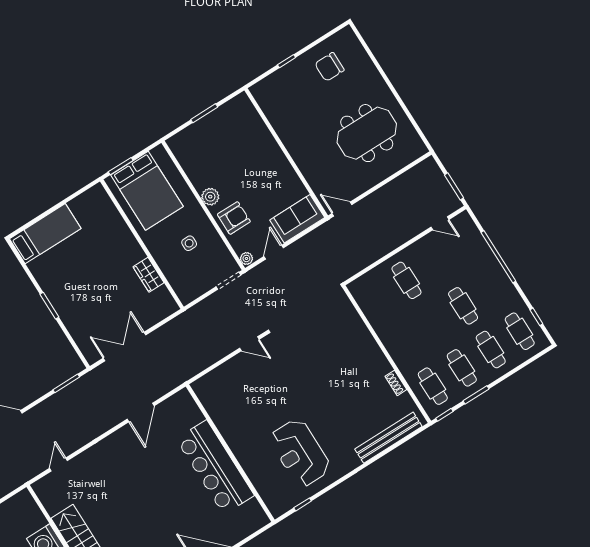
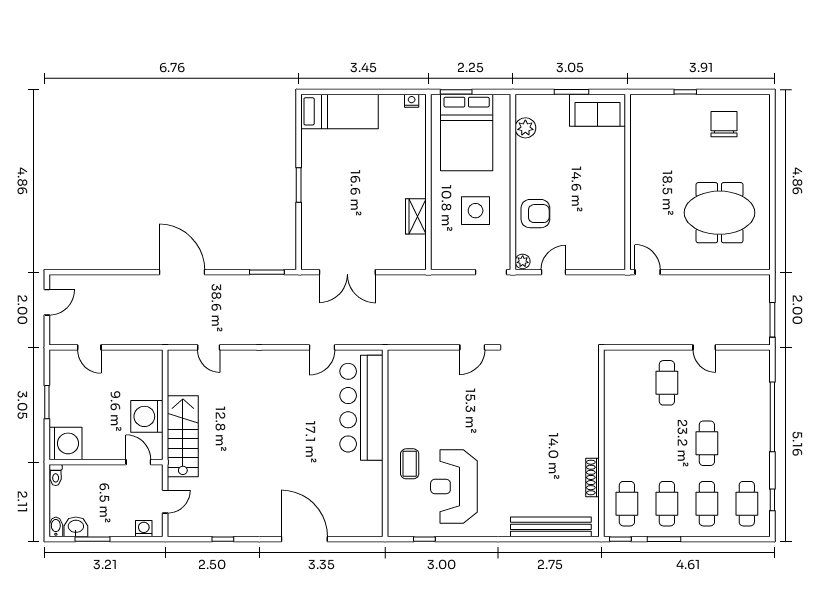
chair: (329, 67) -> (724, 124), turned 90
nightstand: (93, 193) -> (412, 101), added
plant: (210, 197) -> (525, 128), moved
sofa: (297, 219) -> (597, 110), moved, turned 180
door: (440, 223) -> (704, 347), moved
side table: (189, 243) -> (476, 211), width x1.87, depth x1.87
door: (249, 344) -> (472, 347), hinge flipped
double door: (124, 347) -> (347, 272), swing flipped
shoe rack: (396, 383) -> (592, 477), width x1.43
door: (141, 413) -> (322, 347), width x0.73
coffee table: (257, 457) -> (410, 464), added
door: (58, 464) -> (209, 347), swing flipped
bar counter: (215, 467) -> (361, 408), moved

